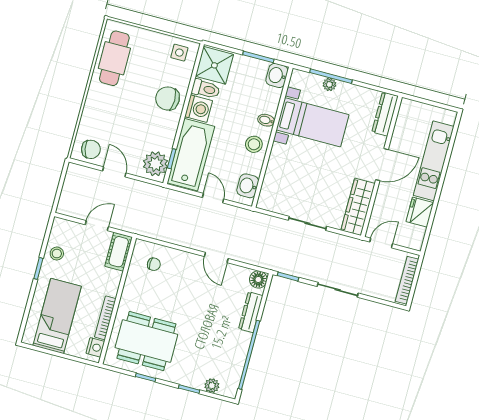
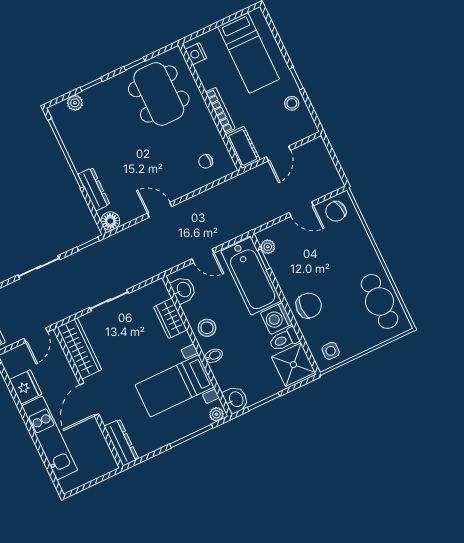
plant: (329, 84) -> (216, 414), moved
plant: (155, 164) -> (268, 247), width x0.53, depth x0.53
wardrobe: (275, 173) -> (170, 318), added
bookcase: (105, 318) -> (220, 110), moved
dining table: (146, 341) -> (159, 94), turned 90

